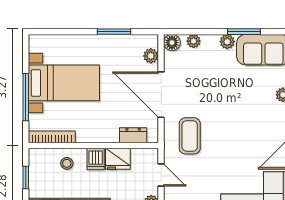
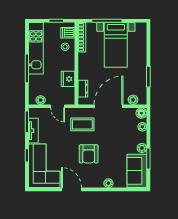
armchair: (236, 126) -> (89, 154), added
dishwasher: (96, 159) -> (68, 33), moved
door: (161, 175) -> (58, 106), hinge flipped

